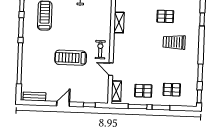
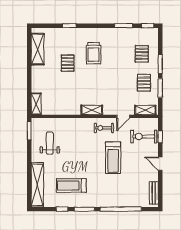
shelving: (119, 23) -> (92, 110), moved
exercise bike: (90, 89) -> (144, 136), added

